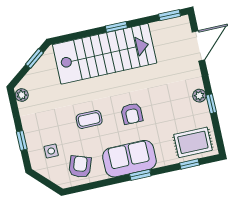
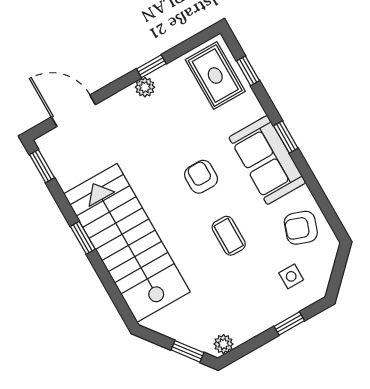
window: (34, 58) -> (187, 351), moved
armchair: (132, 114) -> (201, 177), turned -90

